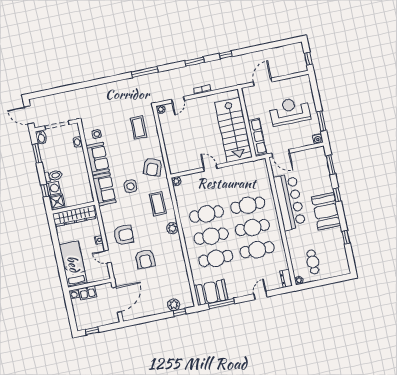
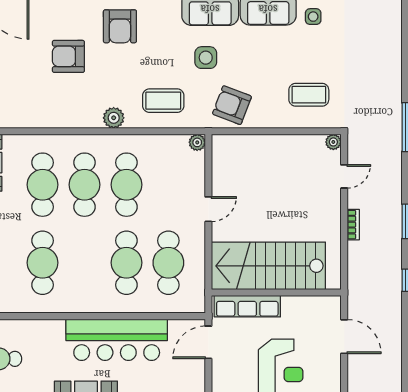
door: (178, 100) -> (344, 176), swing flipped
cafe table: (252, 227) -> (168, 263), moved

